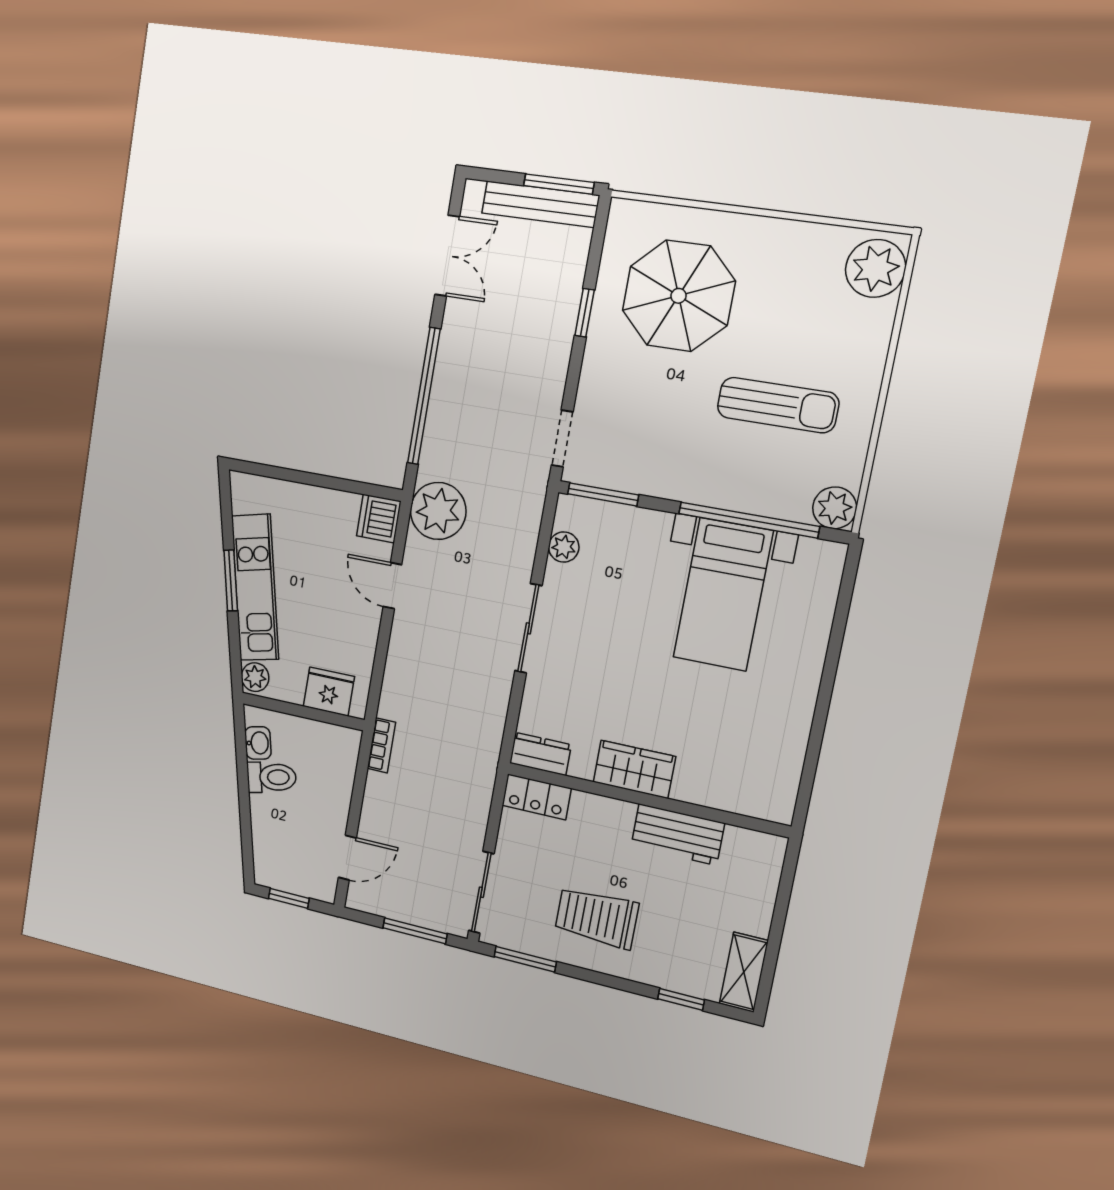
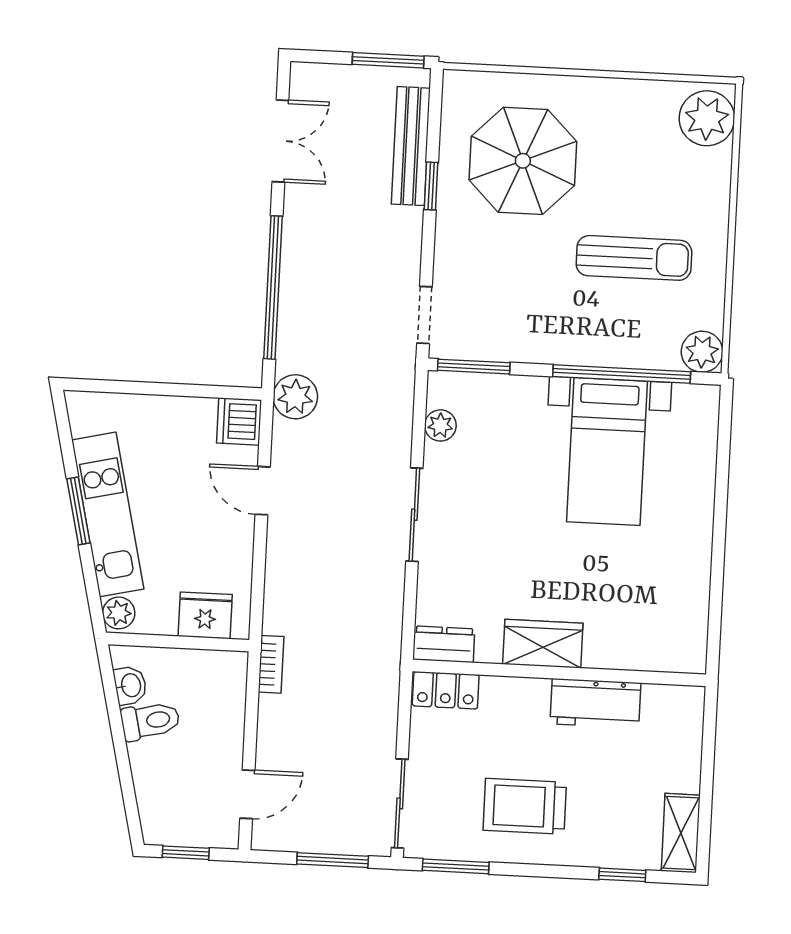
bench: (540, 204) -> (411, 146), moved, turned 90
plant: (438, 511) -> (295, 397), width x0.73, depth x0.73

